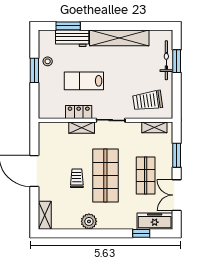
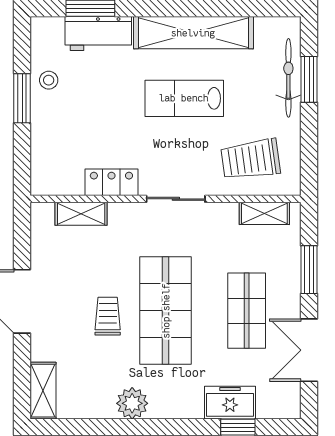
lab bench: (84, 81) -> (184, 98), moved
shelving: (82, 128) -> (81, 214), moved
freezer: (155, 221) -> (230, 403), moved, width x0.71

